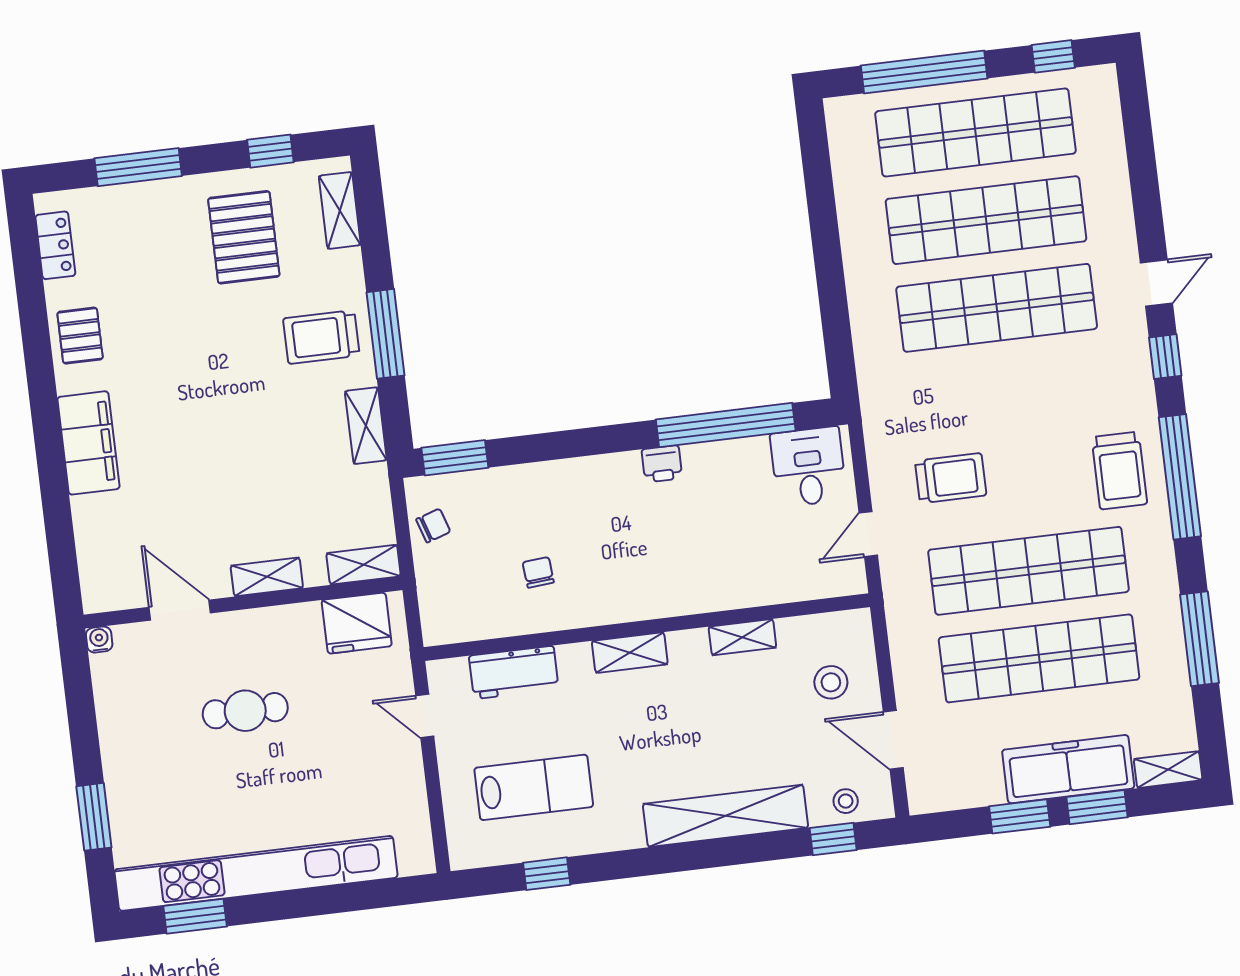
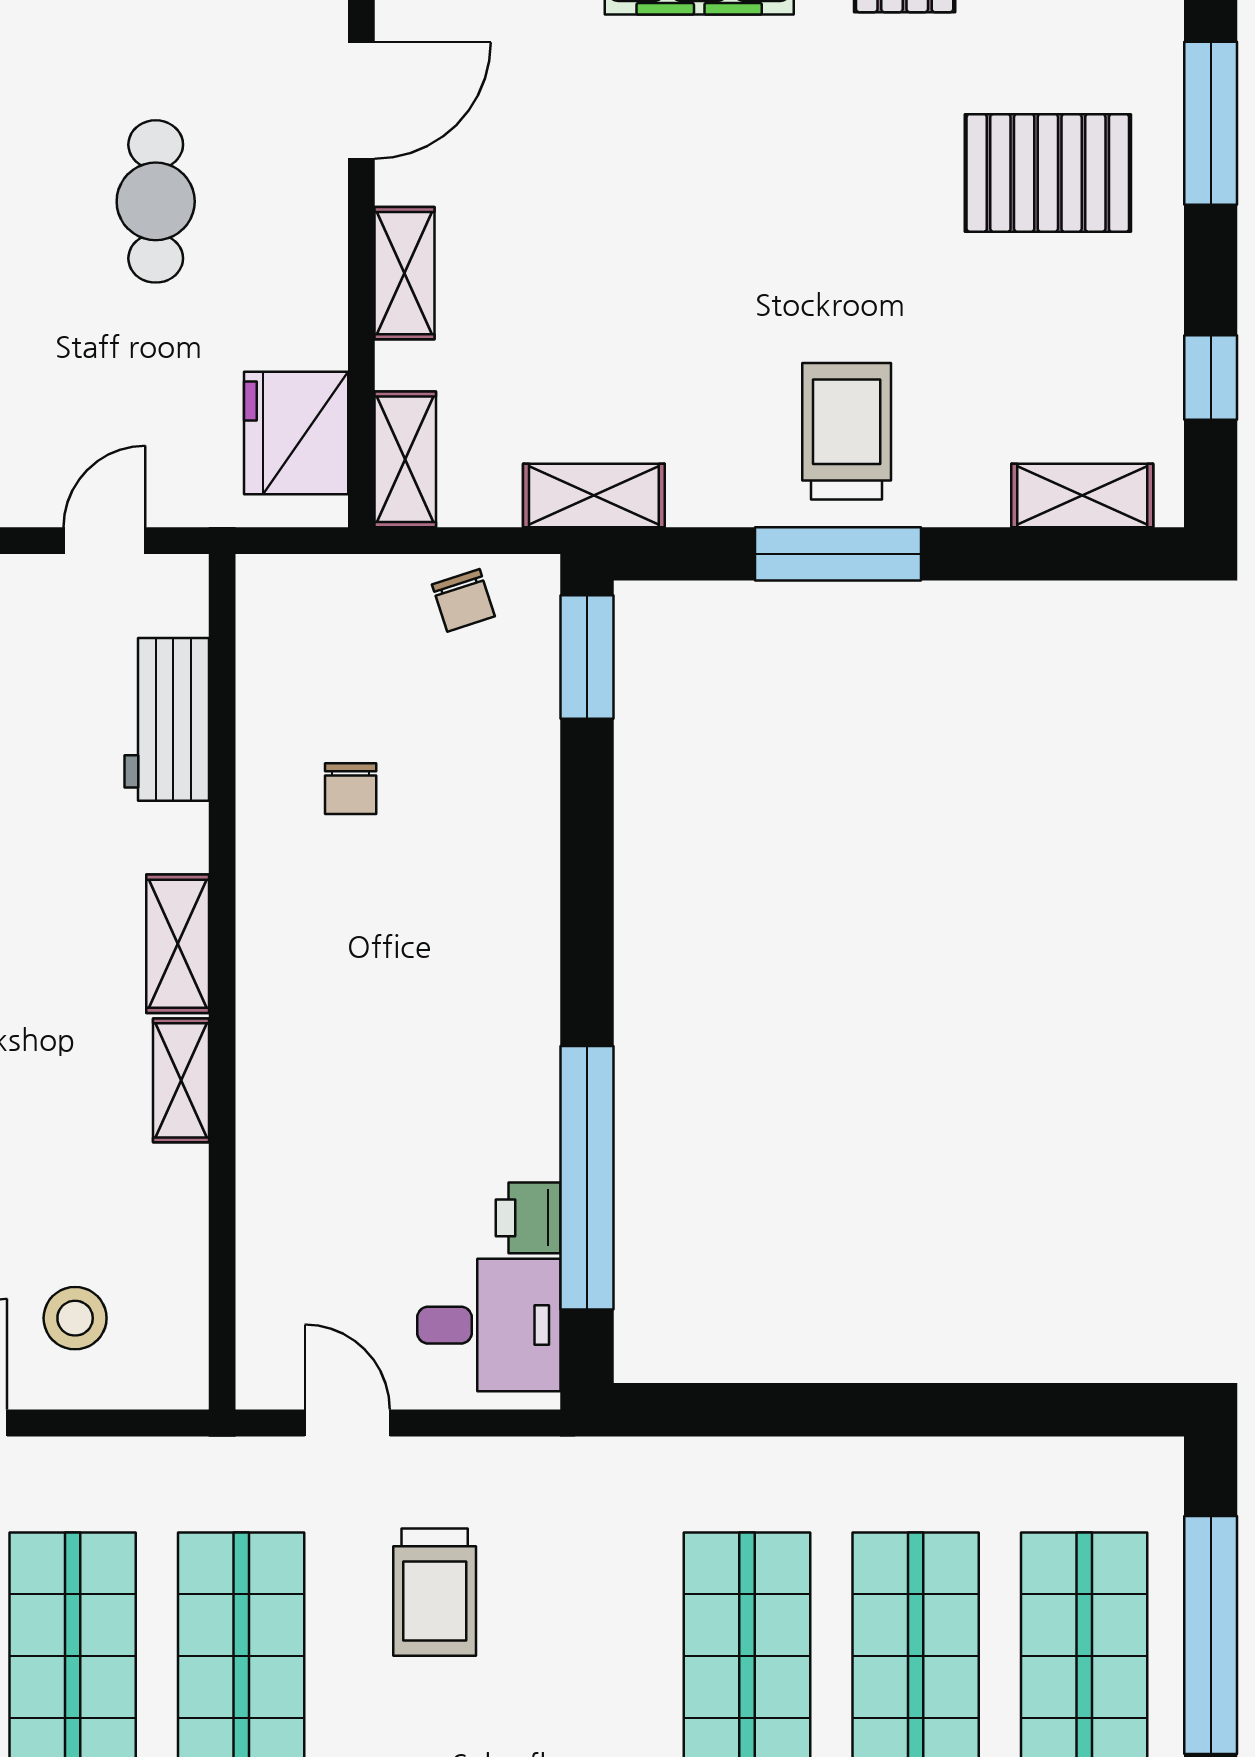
pallet: (244, 237) -> (1048, 173), moved
shelving: (366, 426) -> (594, 495), moved
printer: (662, 464) -> (528, 1218), moved
chair: (538, 572) -> (351, 789), turned 95
shelving: (742, 637) -> (181, 1080), moved

